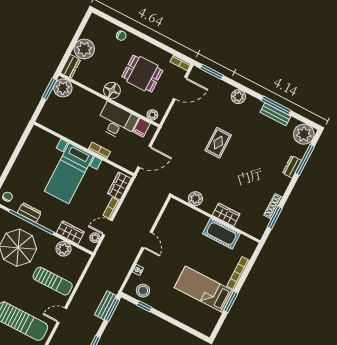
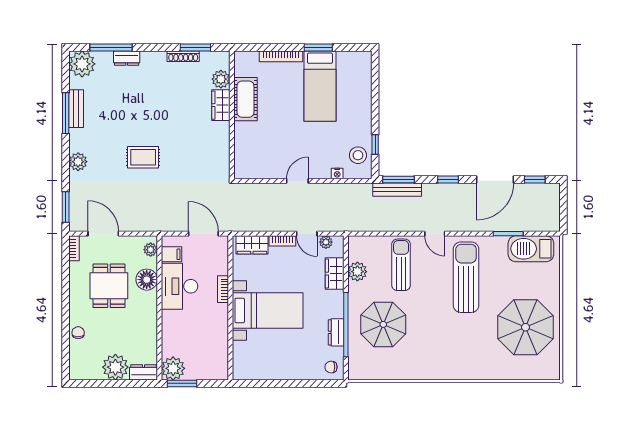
floor lamp: (112, 91) -> (147, 280), moved
plant: (195, 199) -> (221, 79), moved
bench: (105, 305) -> (397, 190), width x1.36

